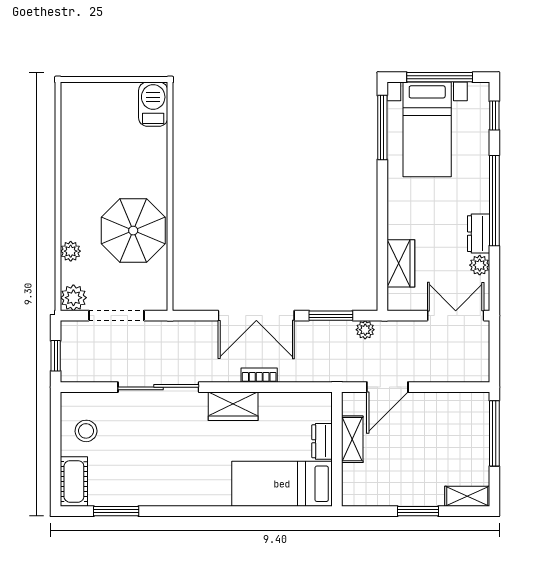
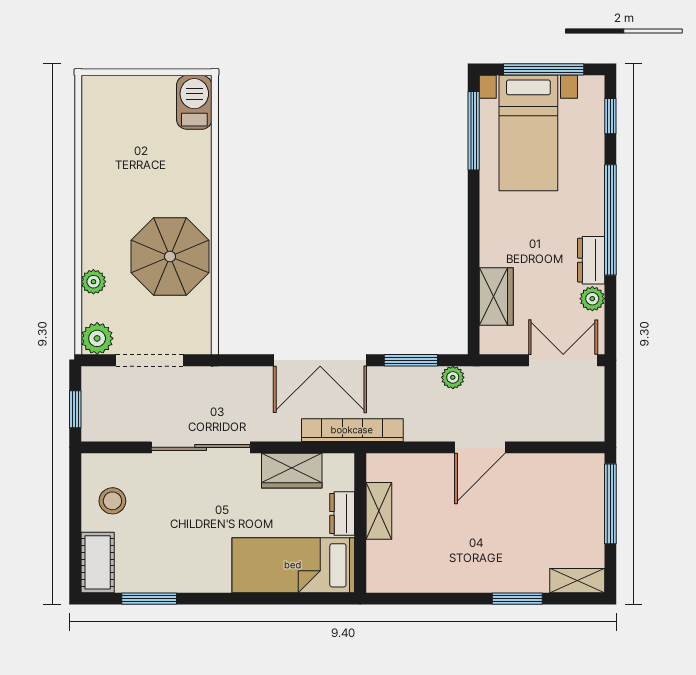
bookcase: (259, 375) -> (352, 430), width x2.31, depth x1.31
shelving: (352, 439) -> (379, 511), moved
dresser: (322, 441) -> (342, 513), moved
wall: (337, 449) -> (360, 523), moved
bed: (282, 484) -> (293, 565), moved

